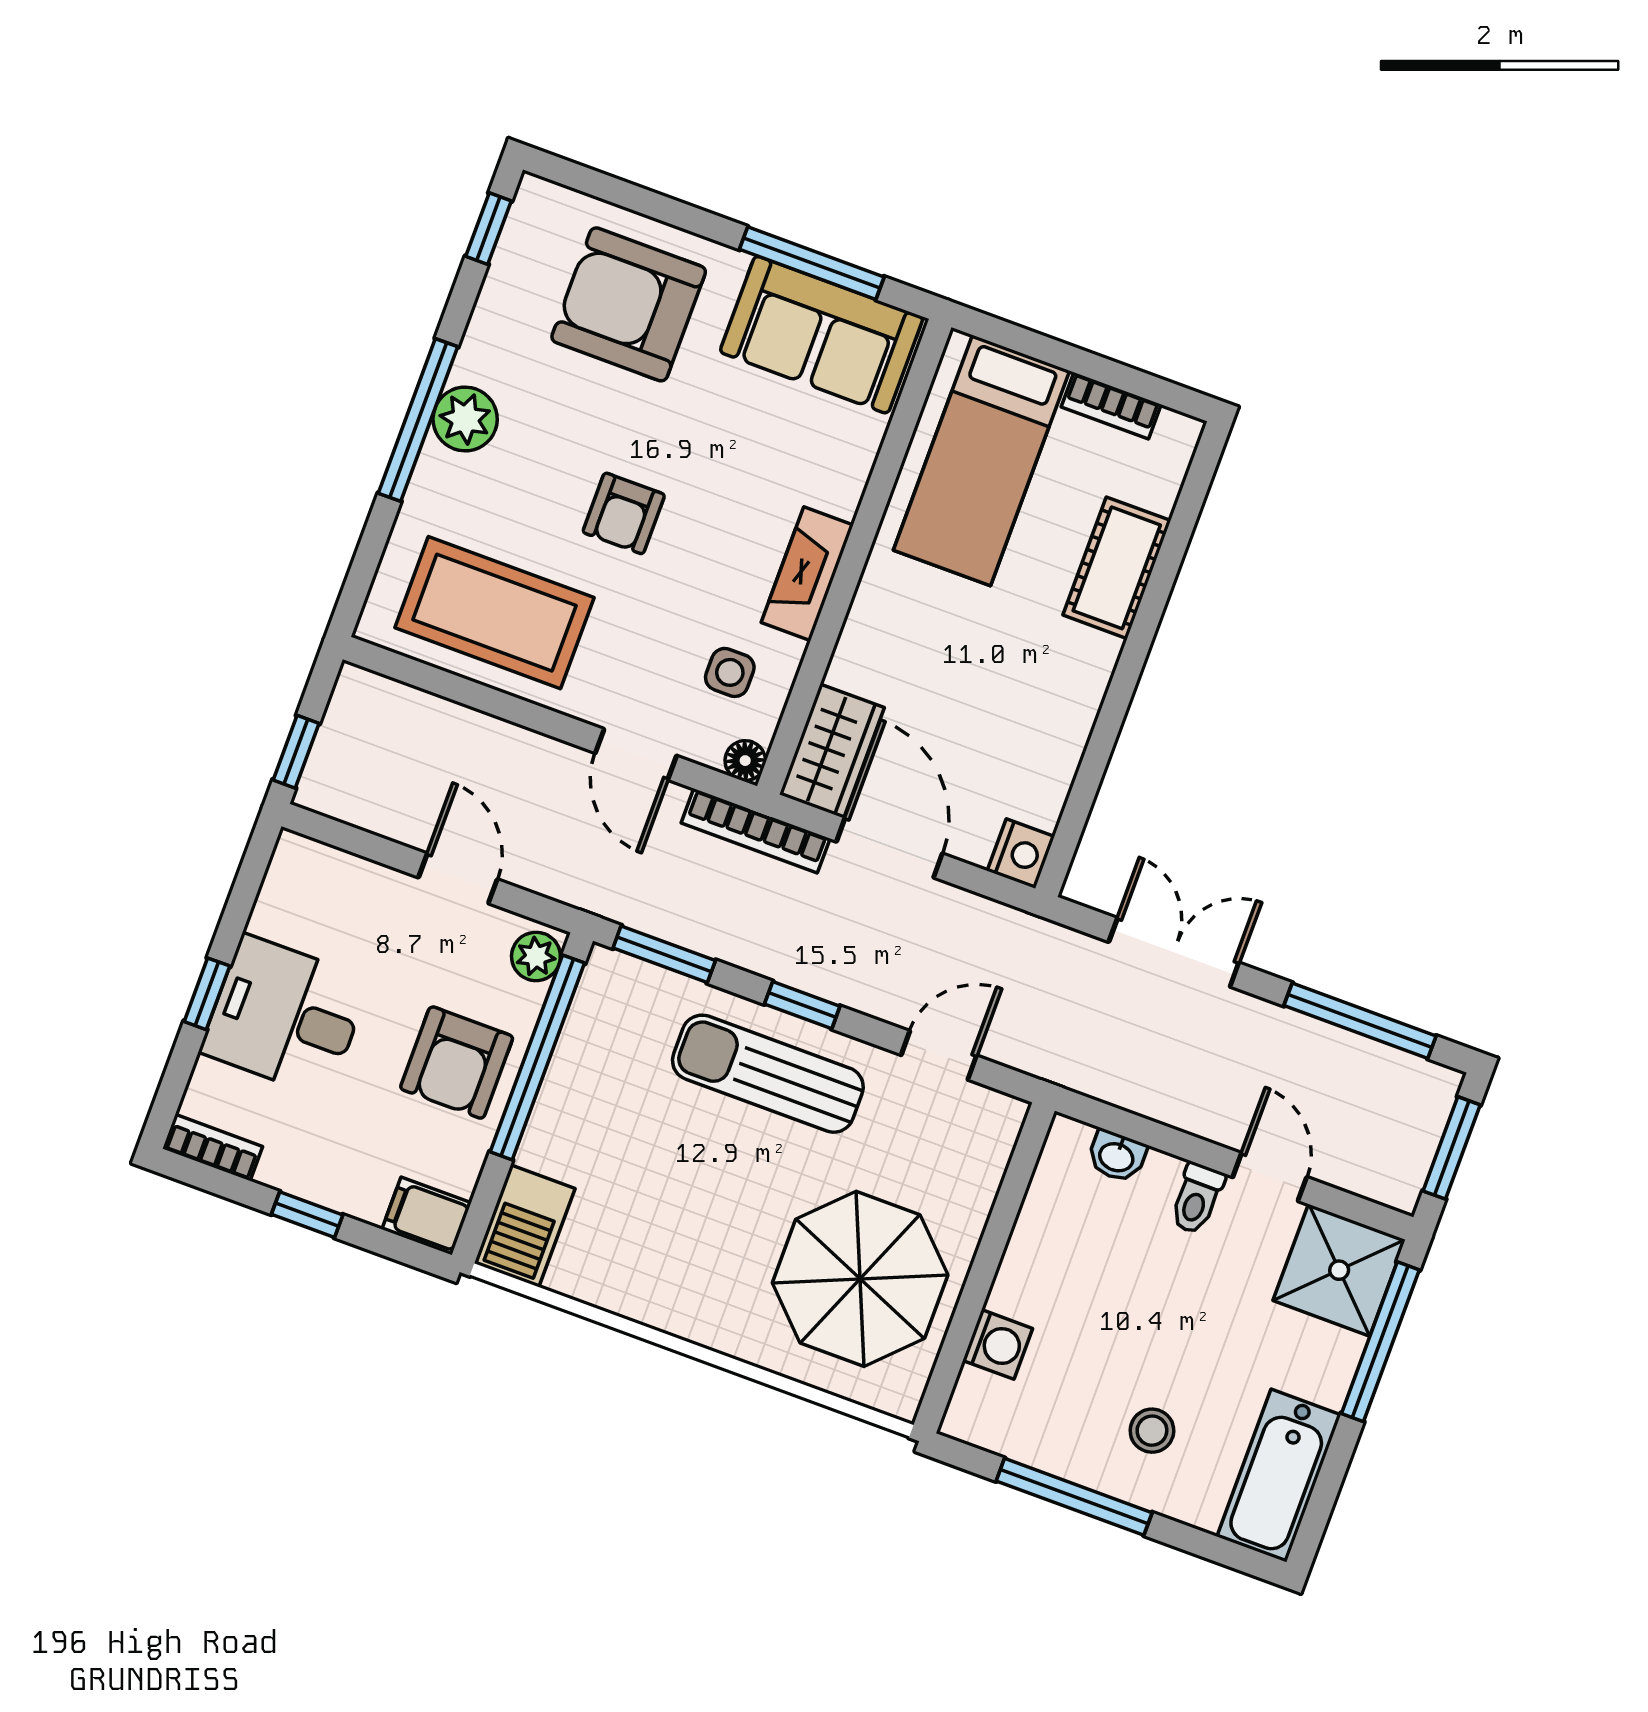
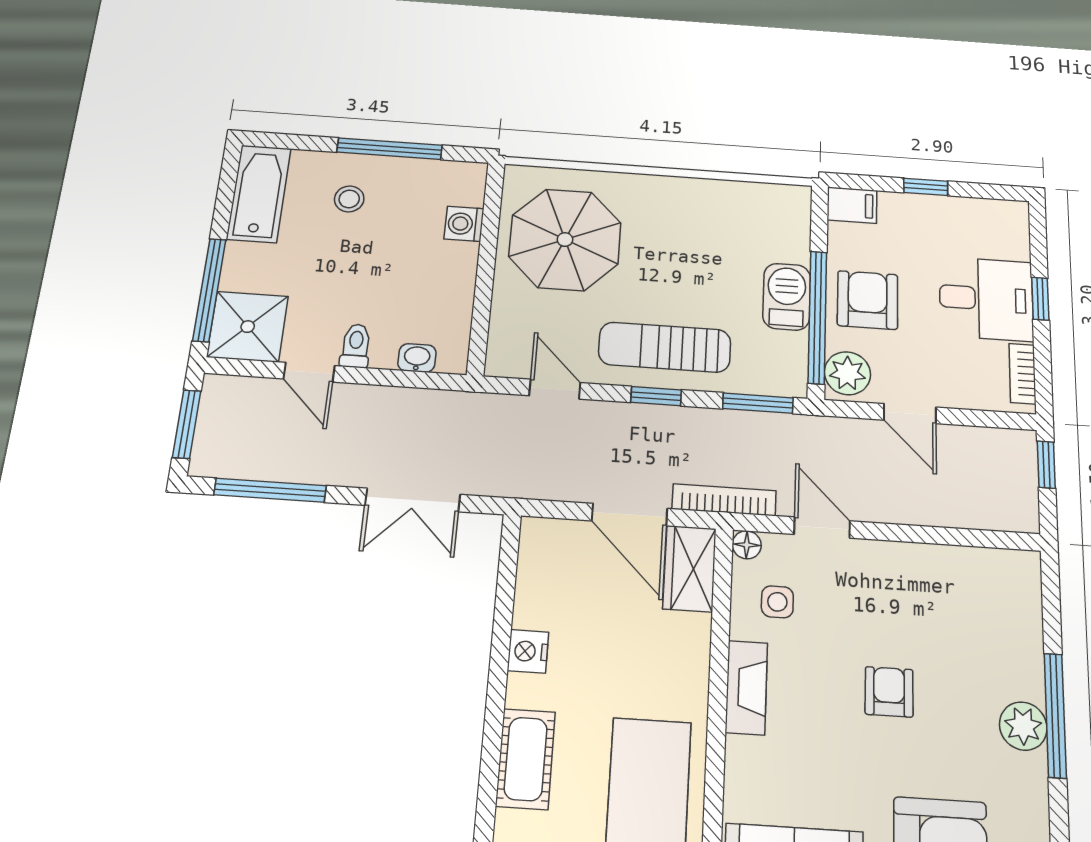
coffee table: (494, 613) -> (952, 596), removed
nightstand: (1021, 854) -> (528, 651), moved
plant: (536, 956) -> (847, 373), width x1.38, depth x1.38
door: (939, 1055) -> (555, 389), swing flipped
sun lounger: (768, 1074) -> (665, 347), turned 180
bookcase: (213, 1148) -> (1022, 374), moved, turned 90
barbecue: (525, 1226) -> (787, 297), moved

